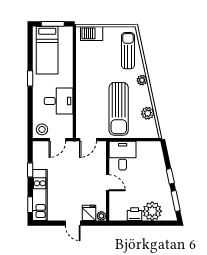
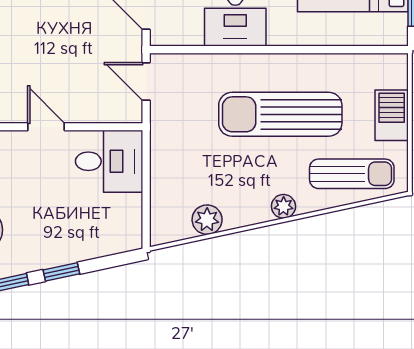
barbecue: (92, 33) -> (392, 115), moved
sun lounger: (119, 109) -> (280, 114), moved
door: (108, 183) -> (46, 127), swing flipped

